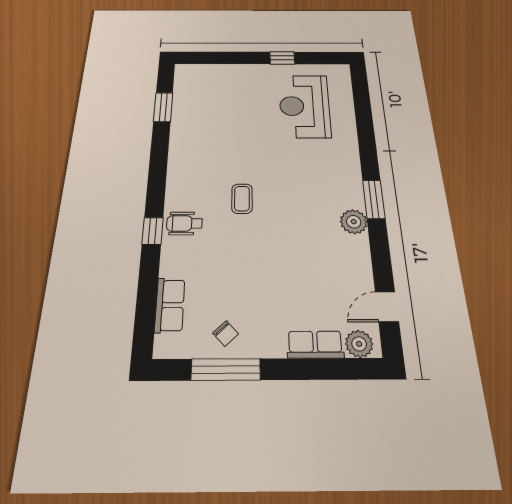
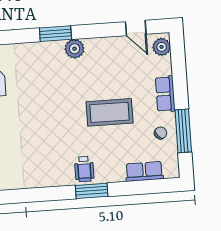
coffee table: (242, 199) -> (110, 112), moved, width x1.86, depth x1.72
window: (153, 231) -> (92, 191), width x1.50
row of seats: (315, 345) -> (165, 94), moved

